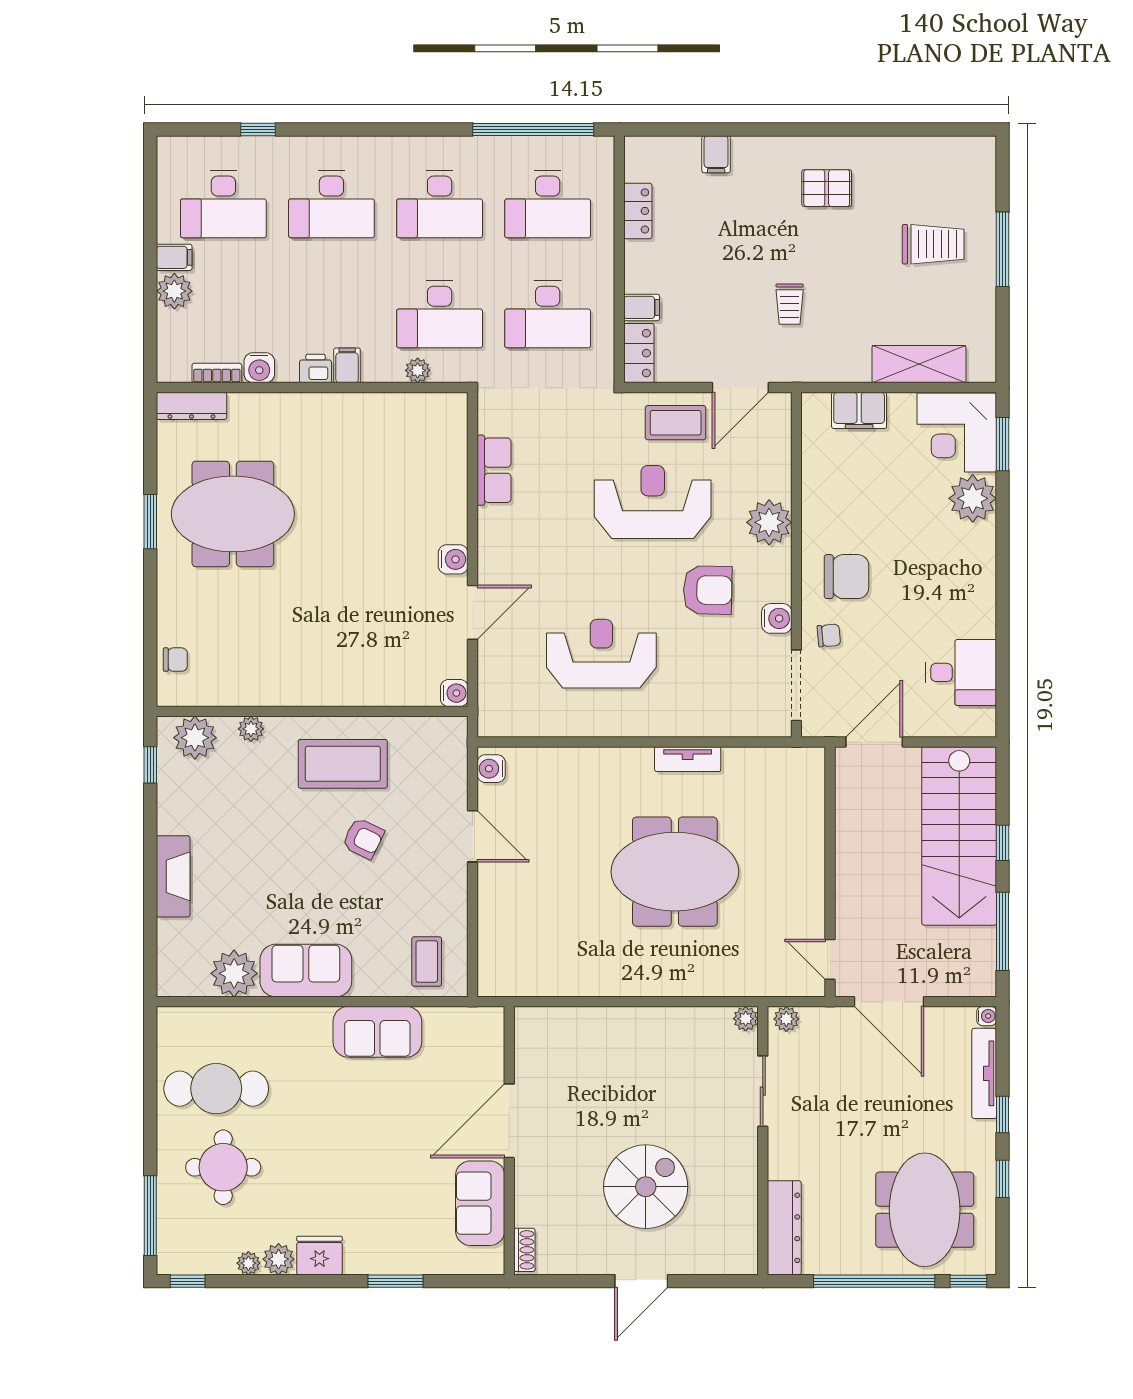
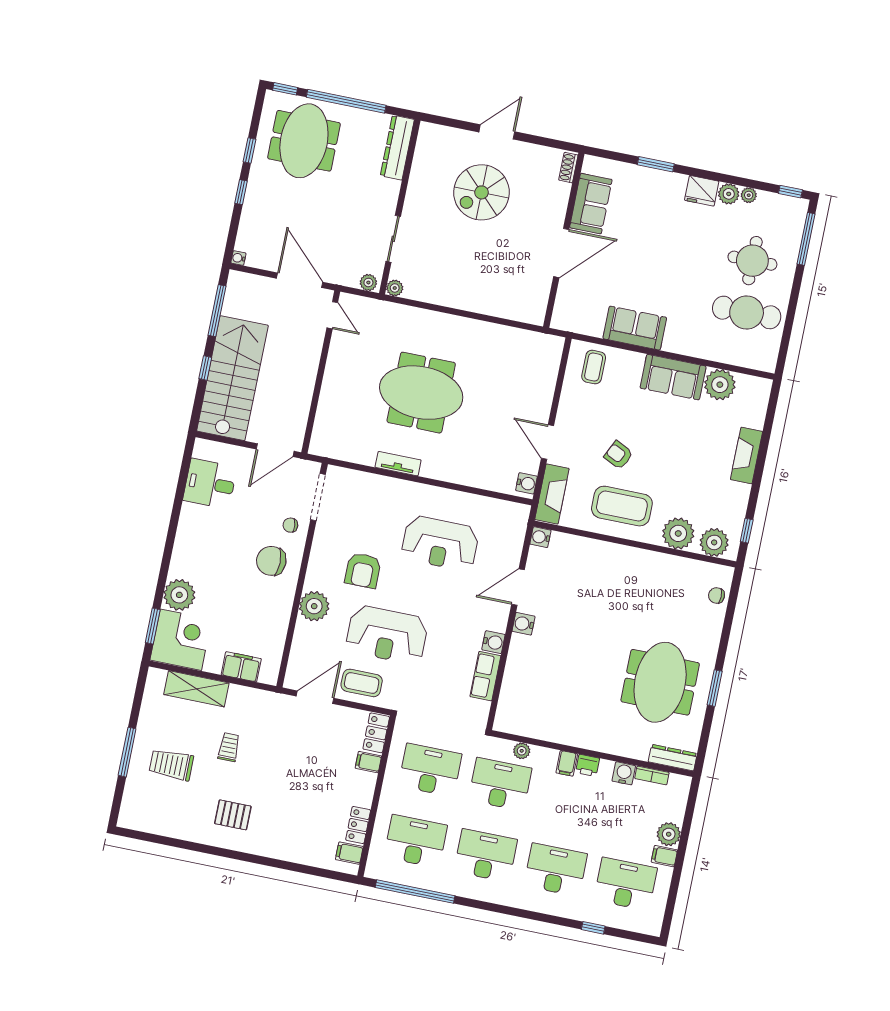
filing cabinet: (716, 154) -> (349, 853), moved, turned -90
trolley: (790, 304) -> (229, 747), moved
meeting table: (233, 514) -> (660, 682), turned 90
armchair: (708, 590) -> (363, 570), turned -91
water cooler: (777, 618) -> (493, 642), moved, turned 180
plant: (251, 729) -> (678, 533), width x1.87, depth x1.87
fireplace: (450, 760) -> (552, 494), added
tv unit: (984, 1073) -> (247, 221), removed

